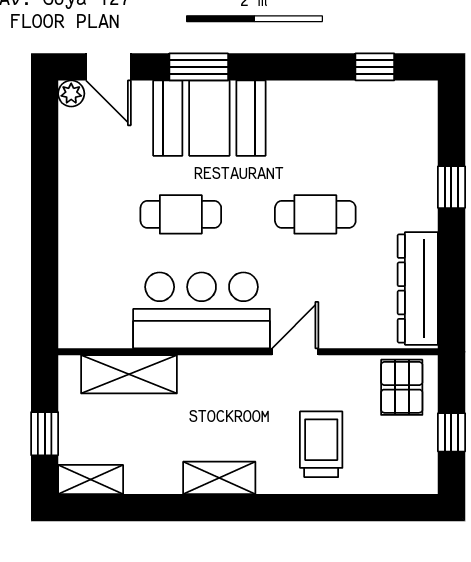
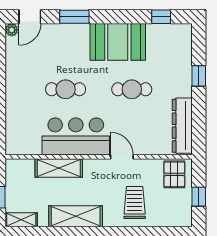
door: (108, 67) -> (30, 17), hinge flipped
booth: (209, 118) -> (118, 42), moved
door: (295, 352) -> (122, 157), hinge flipped
shelving: (129, 374) -> (59, 168), moved
shelving: (219, 478) -> (76, 216), width x1.50, depth x1.33

